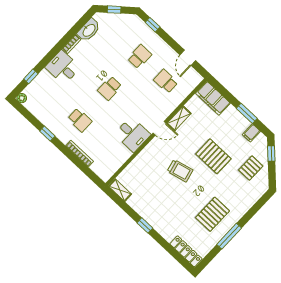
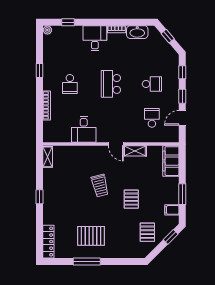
window: (171, 42) -> (182, 96), added
school desk: (110, 88) -> (111, 84), width x1.85
desk: (132, 134) -> (84, 129), moved
pallet: (213, 156) -> (131, 199), width x0.67, depth x0.71
pallet: (251, 168) -> (147, 232), turned 90

